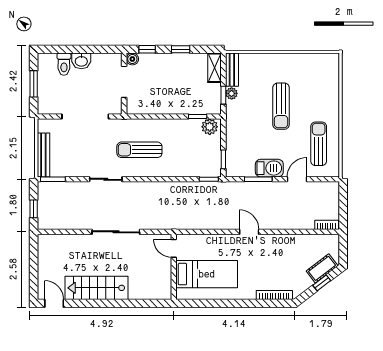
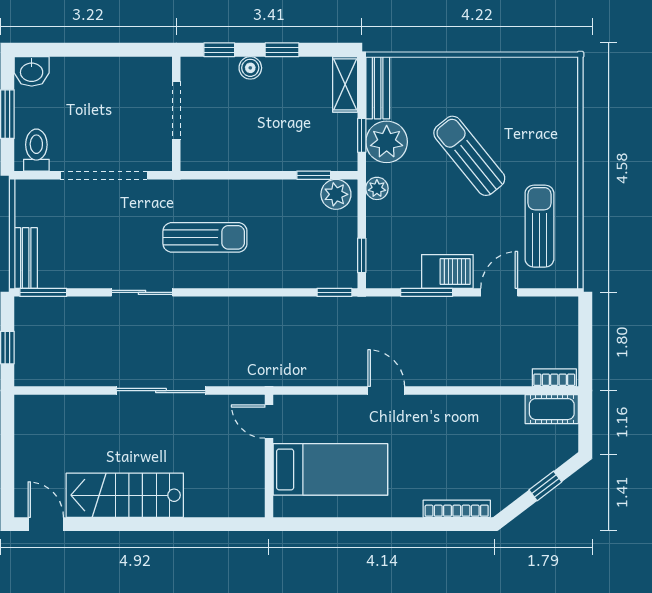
boiler: (132, 59) -> (250, 68), moved
washbasin: (81, 61) -> (32, 71), moved
toilet: (64, 64) -> (36, 150), moved, turned 180
plant: (232, 93) -> (387, 142), width x1.88, depth x1.88
sun lounger: (281, 106) -> (469, 156), turned 141
plant: (232, 124) -> (377, 188), added
sun lounger: (139, 150) -> (205, 237), turned 180
bench: (43, 155) -> (26, 258), width x0.73
door: (249, 232) -> (386, 391), moved
cot: (322, 268) -> (552, 409), moved, turned 37

